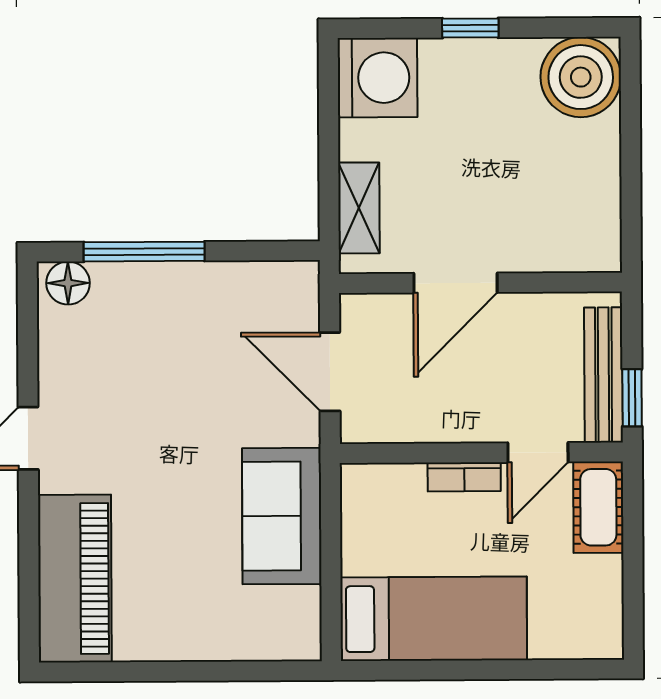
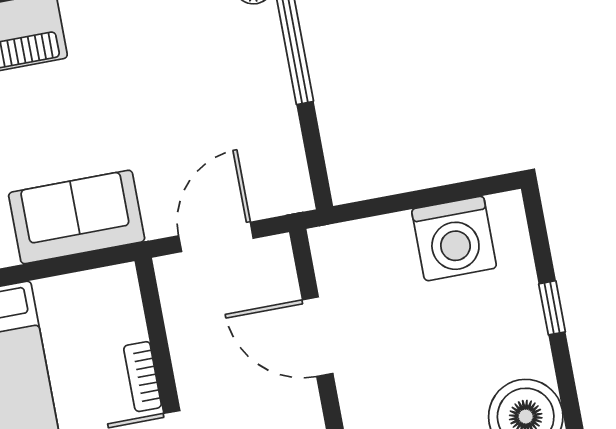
washing machine: (377, 78) -> (454, 239), moved
shelving: (359, 208) -> (370, 236), removed

